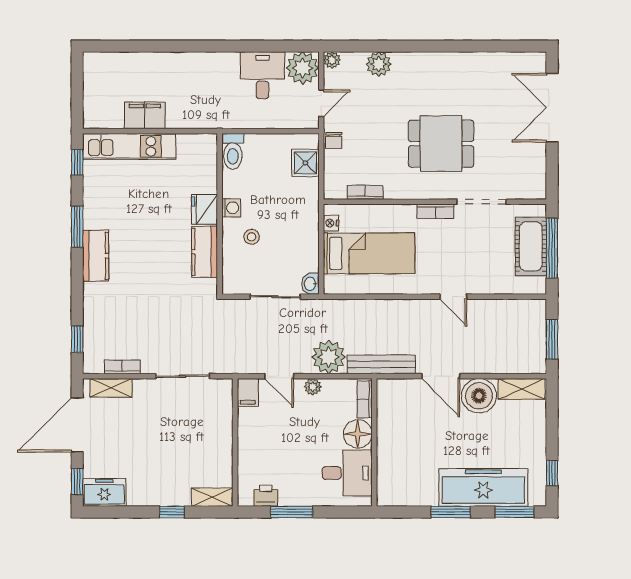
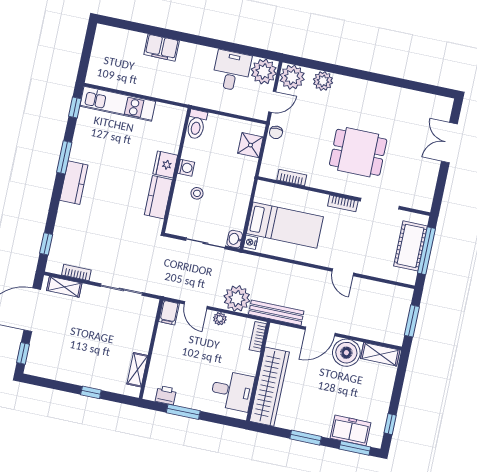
plant: (332, 60) -> (292, 77), width x1.88, depth x1.88
double door: (552, 108) -> (449, 143), width x0.73
filing cabinet: (145, 115) -> (162, 48), moved, turned 180
nightstand: (331, 223) -> (251, 242), moved
door: (441, 376) -> (320, 331), hinge flipped
floor lamp: (358, 434) -> (247, 362), removed
wardrobe: (392, 458) -> (269, 387), added
freezer: (483, 487) -> (350, 430), width x0.52, depth x0.79
freezer: (104, 492) -> (42, 366), removed
shelving: (212, 497) -> (137, 370), moved, turned 90

